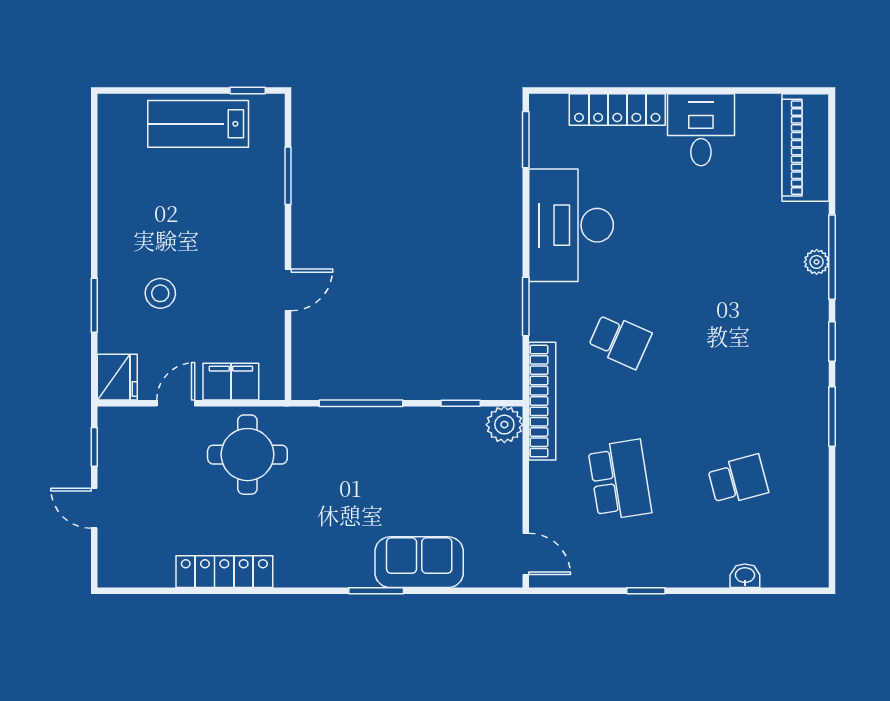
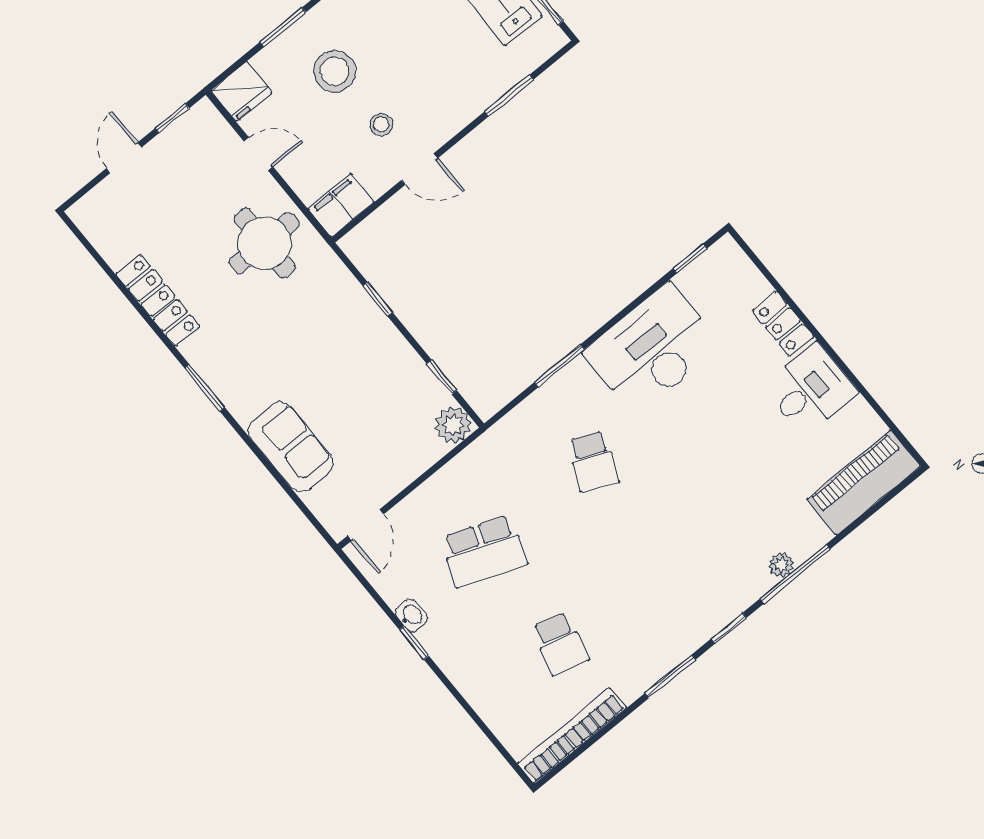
locker: (617, 110) -> (783, 324), width x0.66
window: (526, 140) -> (690, 259), width x0.67
stool: (230, 291) -> (381, 125), added
stool: (160, 293) -> (335, 71), width x1.38, depth x1.38
filing cabinet: (231, 382) -> (341, 205), moved, turned -90
bookcase: (542, 401) -> (572, 736), moved, turned 180
window: (361, 403) -> (378, 299), width x0.46
school desk: (620, 480) -> (484, 551), turned 30
school desk: (738, 480) -> (560, 644), turned 30
washbasin: (745, 576) -> (411, 615), moved
window: (376, 591) -> (205, 388), moved

